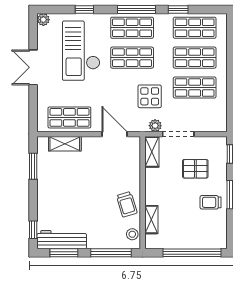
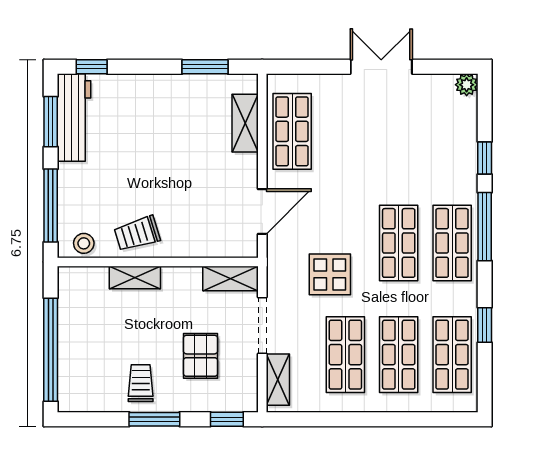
window: (137, 9) -> (485, 227), moved
checkout: (81, 51) -> (411, 152), removed
shelving: (209, 125) -> (278, 380), added
plant: (155, 126) -> (277, 284), removed
shelving: (151, 220) -> (135, 277), moved

